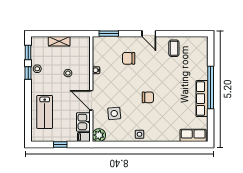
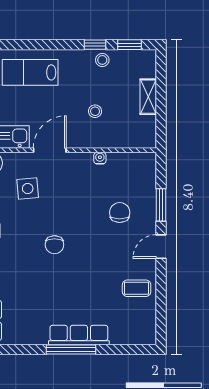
window: (109, 34) -> (161, 205), moved
window: (211, 87) -> (71, 350), width x0.68
row of seats: (202, 99) -> (79, 335), moved

